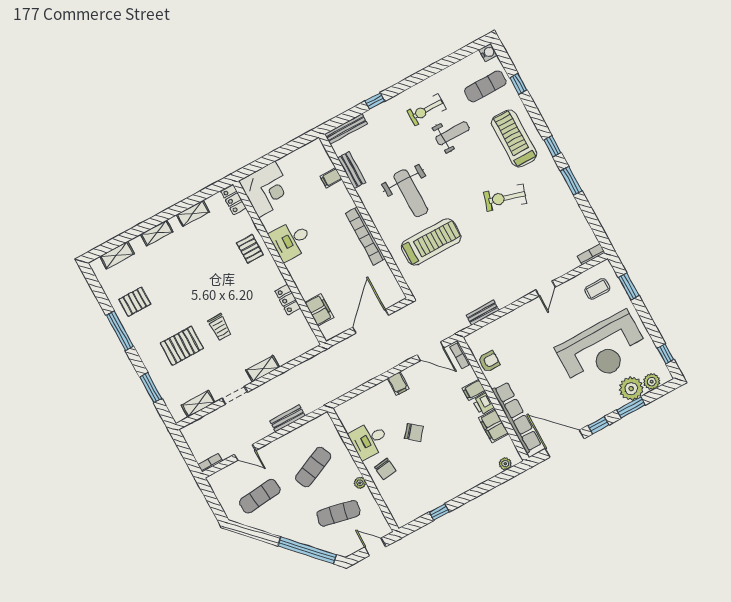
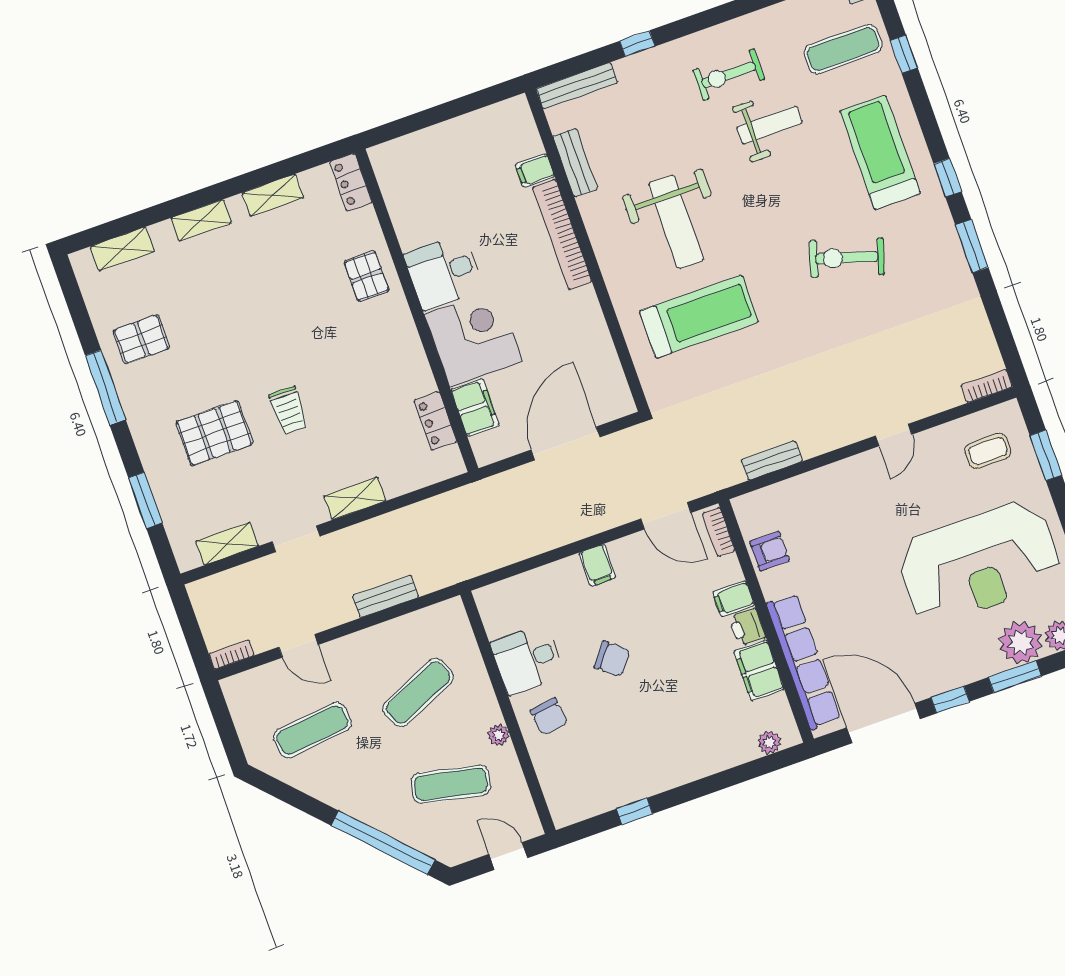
corner desk: (267, 189) -> (473, 338), moved, turned -90
bookcase: (365, 236) -> (562, 234), moved
locker: (288, 300) -> (435, 421), moved

